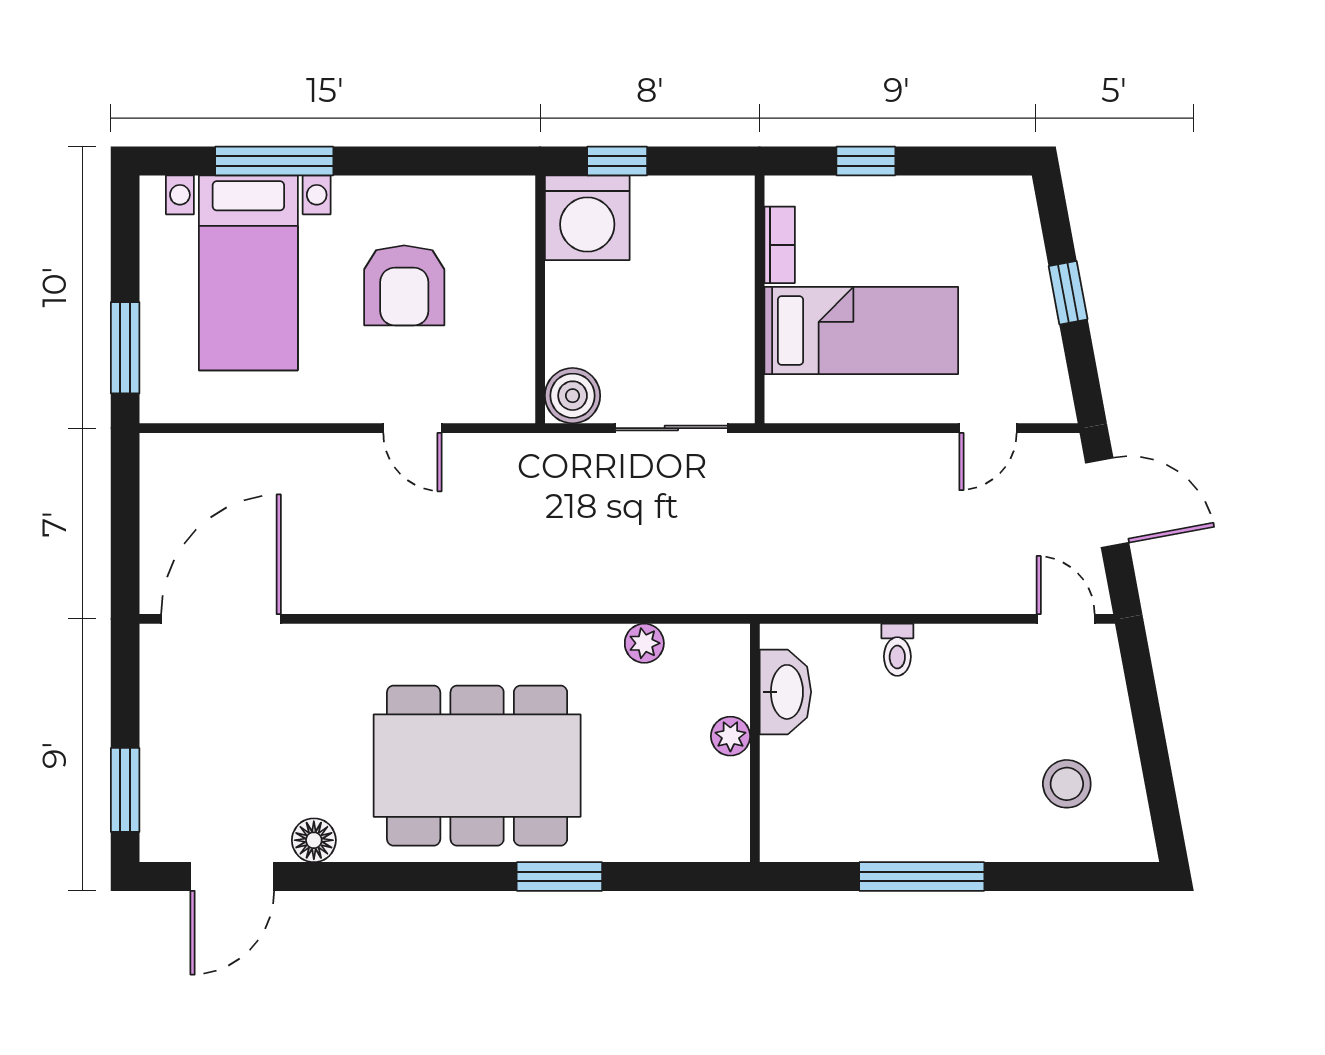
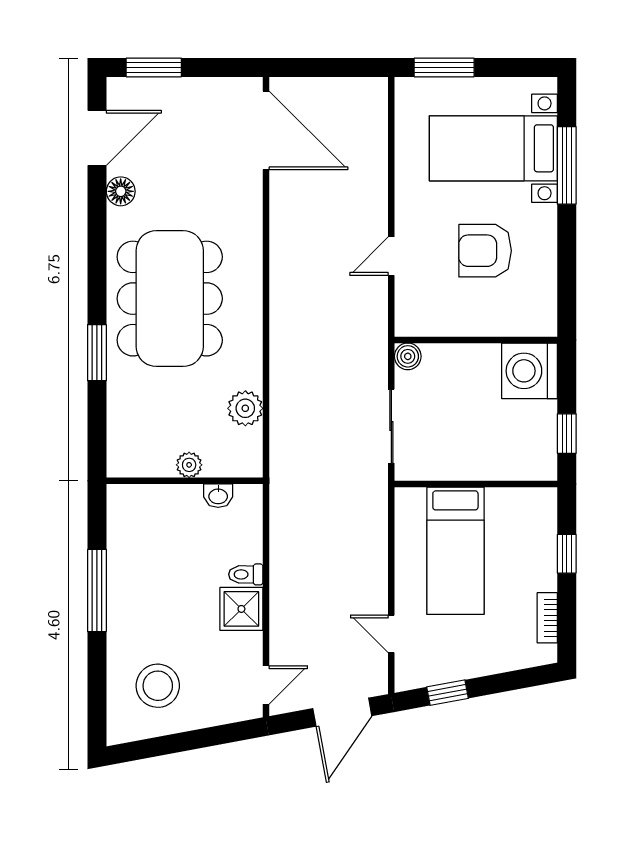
window: (617, 161) -> (567, 434), moved
bookcase: (780, 245) -> (547, 618), moved, turned 90
window: (1068, 293) -> (448, 693), moved
boiler: (573, 396) -> (408, 356), width x0.73, depth x0.73
plant: (644, 643) -> (245, 408), width x1.38, depth x1.38
shower: (950, 656) -> (241, 609), added
washbasin: (785, 692) -> (218, 496), width x0.52, depth x0.69
stool: (1067, 784) -> (158, 686), width x1.38, depth x1.38
door: (232, 877) -> (97, 138), swing flipped

